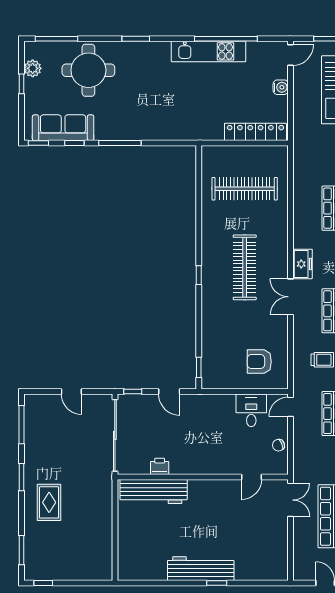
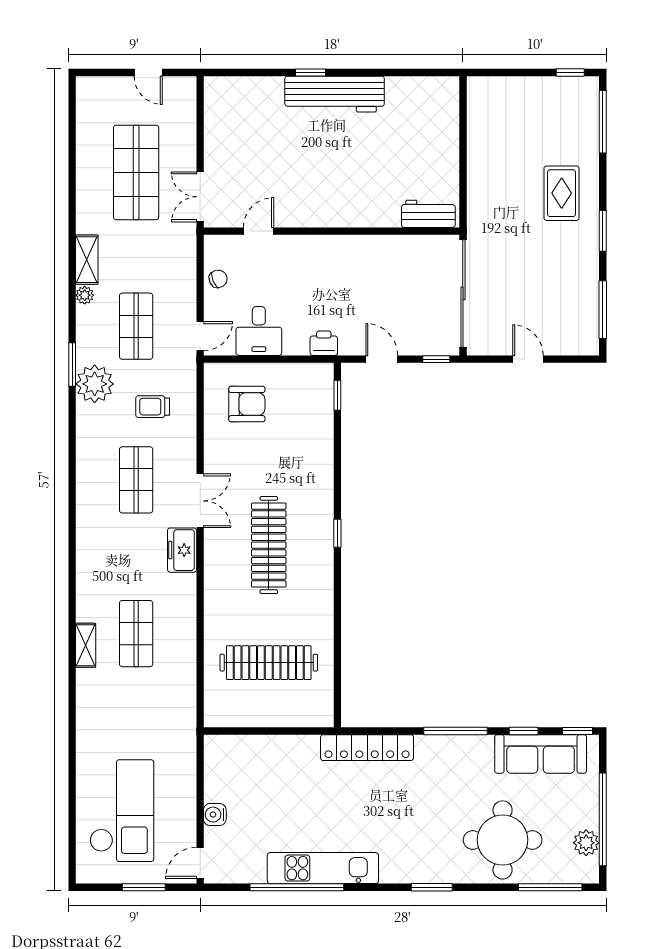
window: (22, 84) -> (603, 819), width x3.17
locker: (255, 132) -> (367, 748), moved
printer: (160, 466) -> (324, 343), moved, turned 180
workbench: (154, 492) -> (428, 214), width x0.53, depth x0.76
window: (22, 550) -> (603, 122), width x1.44

